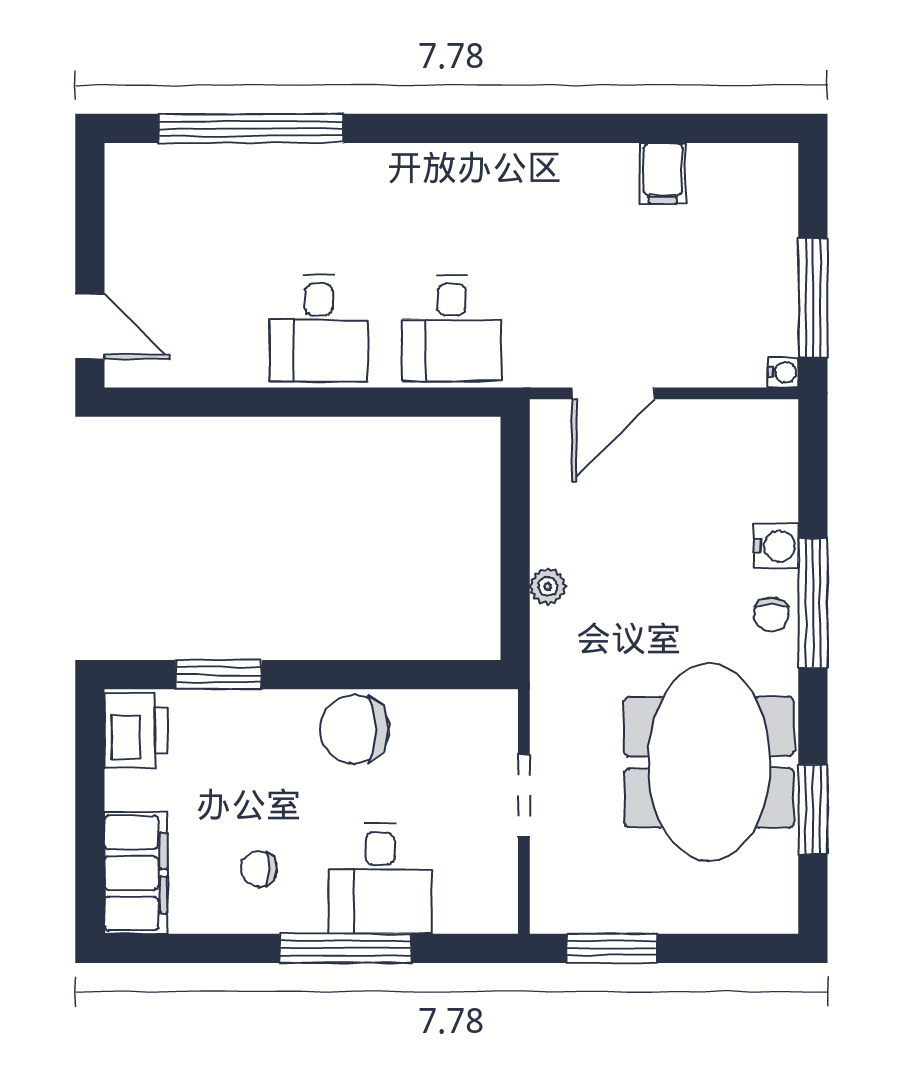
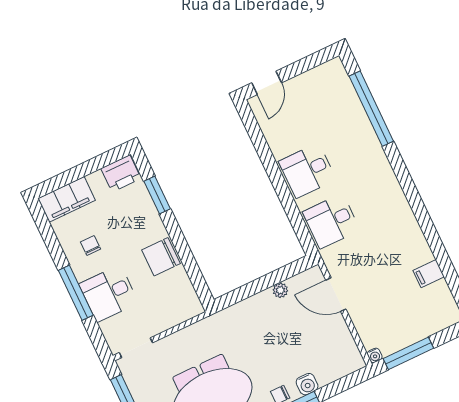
plant: (548, 586) -> (280, 290), moved
chair: (355, 729) -> (161, 257), turned -90
doorway: (524, 796) -> (136, 348), moved

